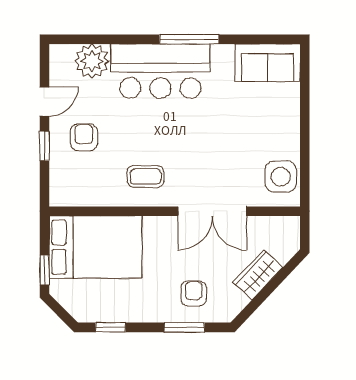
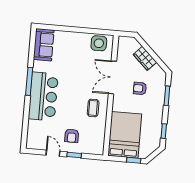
plant: (92, 61) -> (36, 129), removed
armchair: (84, 137) -> (72, 136), turned -90
double door: (212, 211) -> (112, 77), swing flipped
armchair: (194, 294) -> (140, 88), moved

